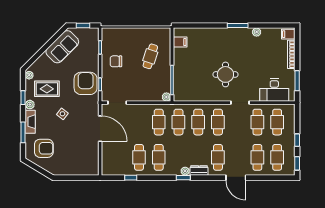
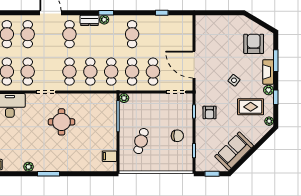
armchair: (86, 83) -> (210, 112), width x0.53, depth x0.53
armchair: (44, 148) -> (254, 44), turned 90
cafe table: (139, 157) -> (153, 72), moved

